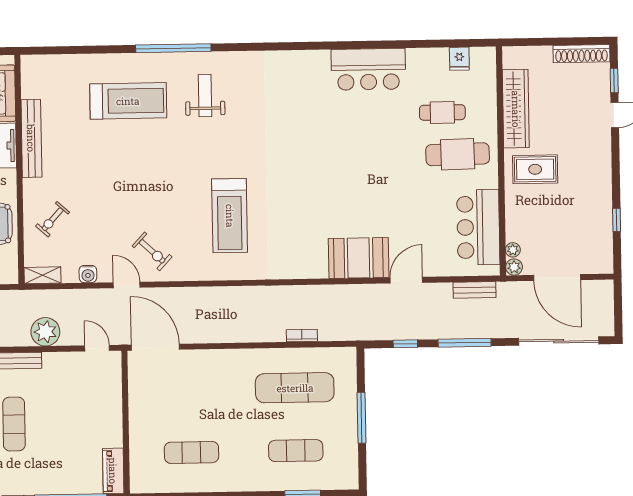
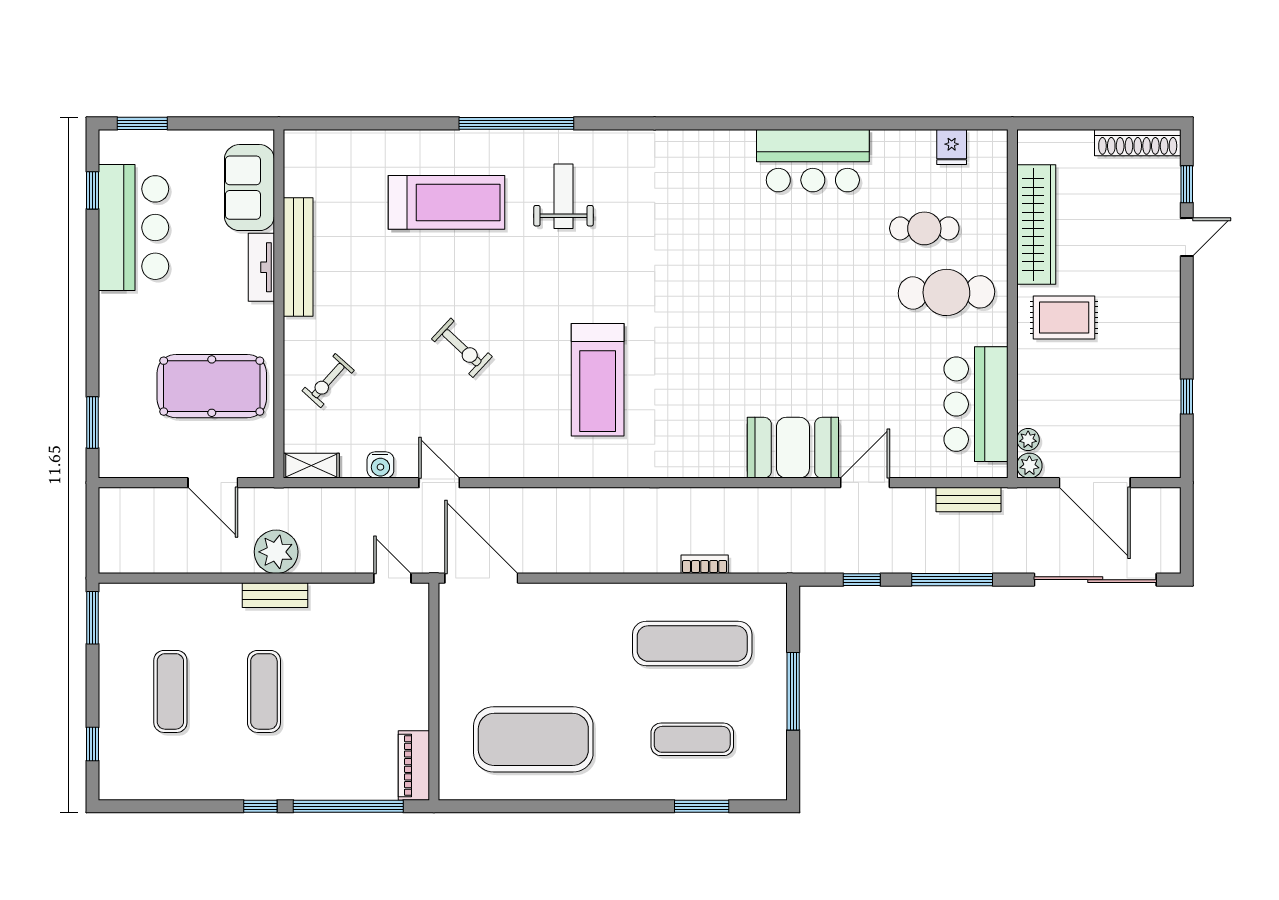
exercise bike: (152, 251) -> (462, 348), moved
plant: (45, 332) -> (276, 552), moved
exercise mat: (191, 452) -> (533, 739), width x2.00, depth x1.45

